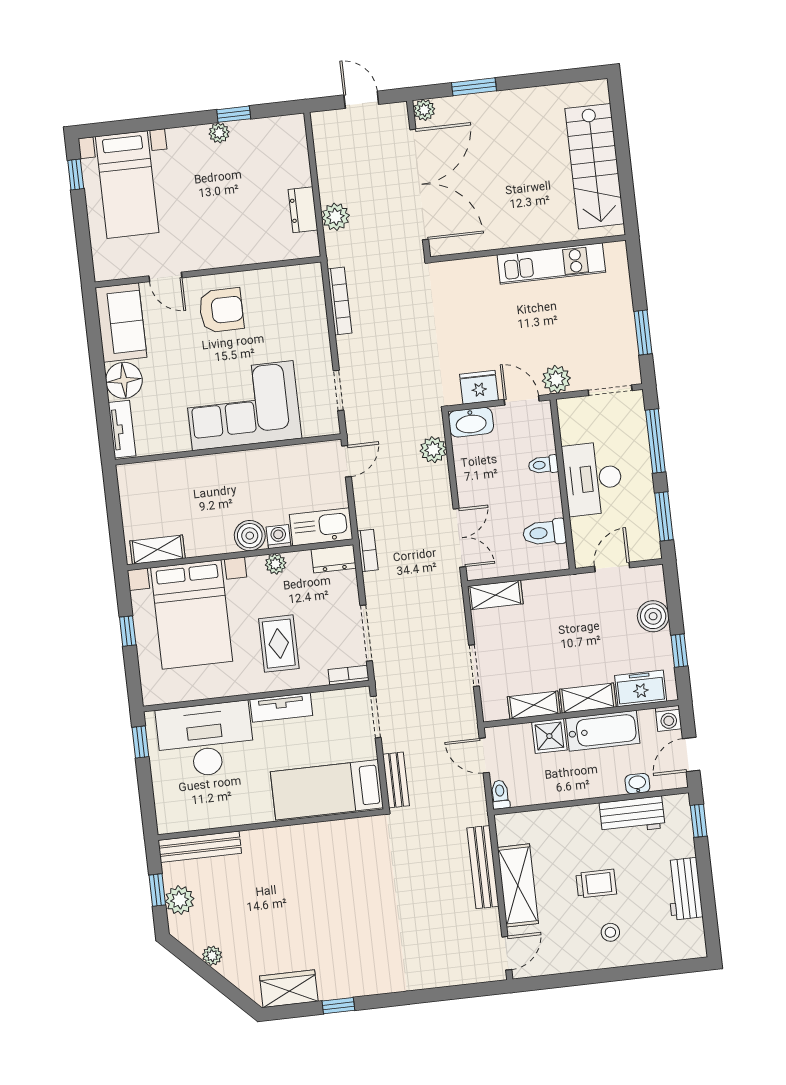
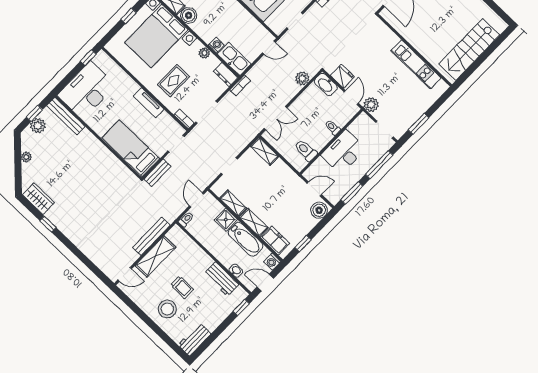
boiler: (250, 536) -> (189, 15), moved
boiler: (653, 616) -> (319, 210), moved
desk: (205, 740) -> (87, 90), moved, turned -90
workbench: (684, 889) -> (195, 339), moved
stool: (610, 932) -> (167, 309), width x1.89, depth x1.89

